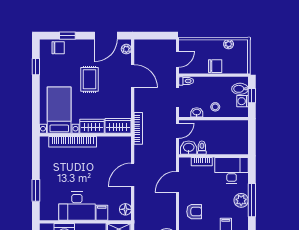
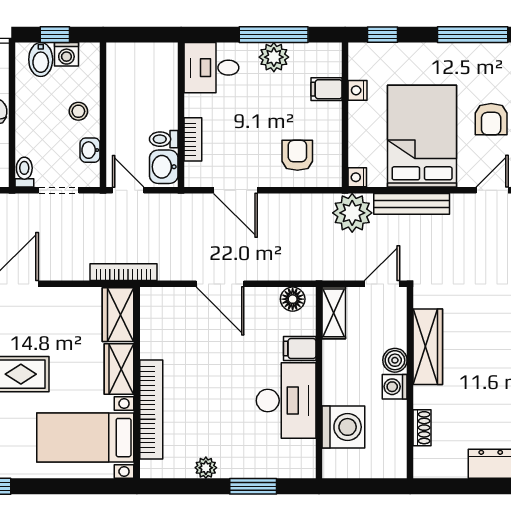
plant: (45, 168) -> (206, 468), added
desk: (232, 170) -> (211, 68), width x0.73

